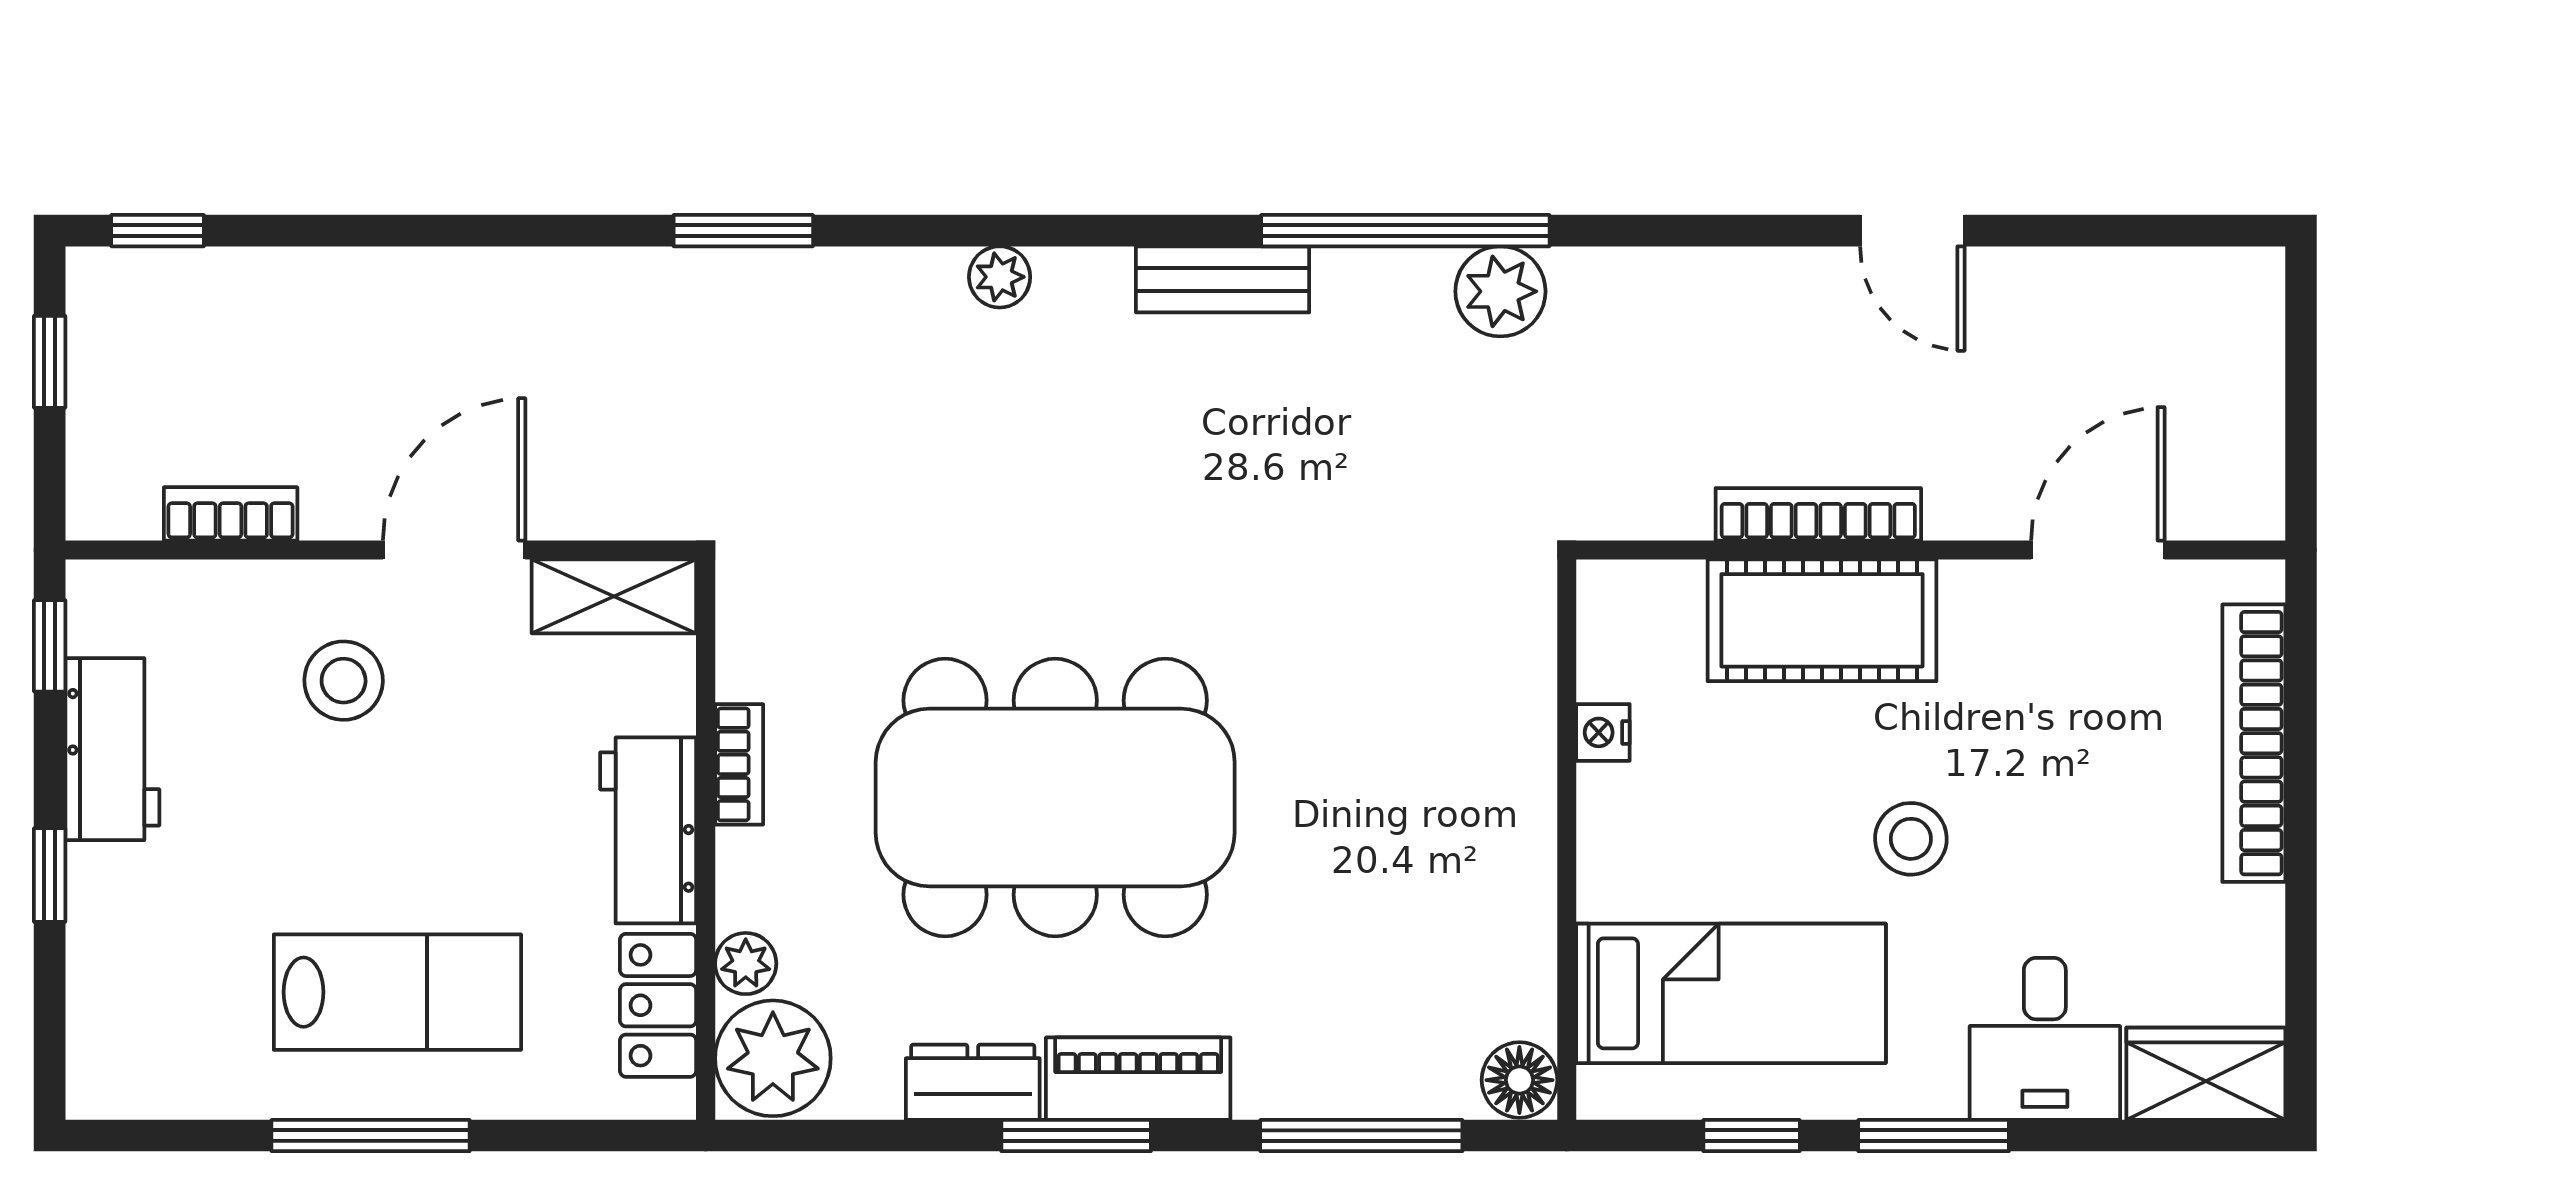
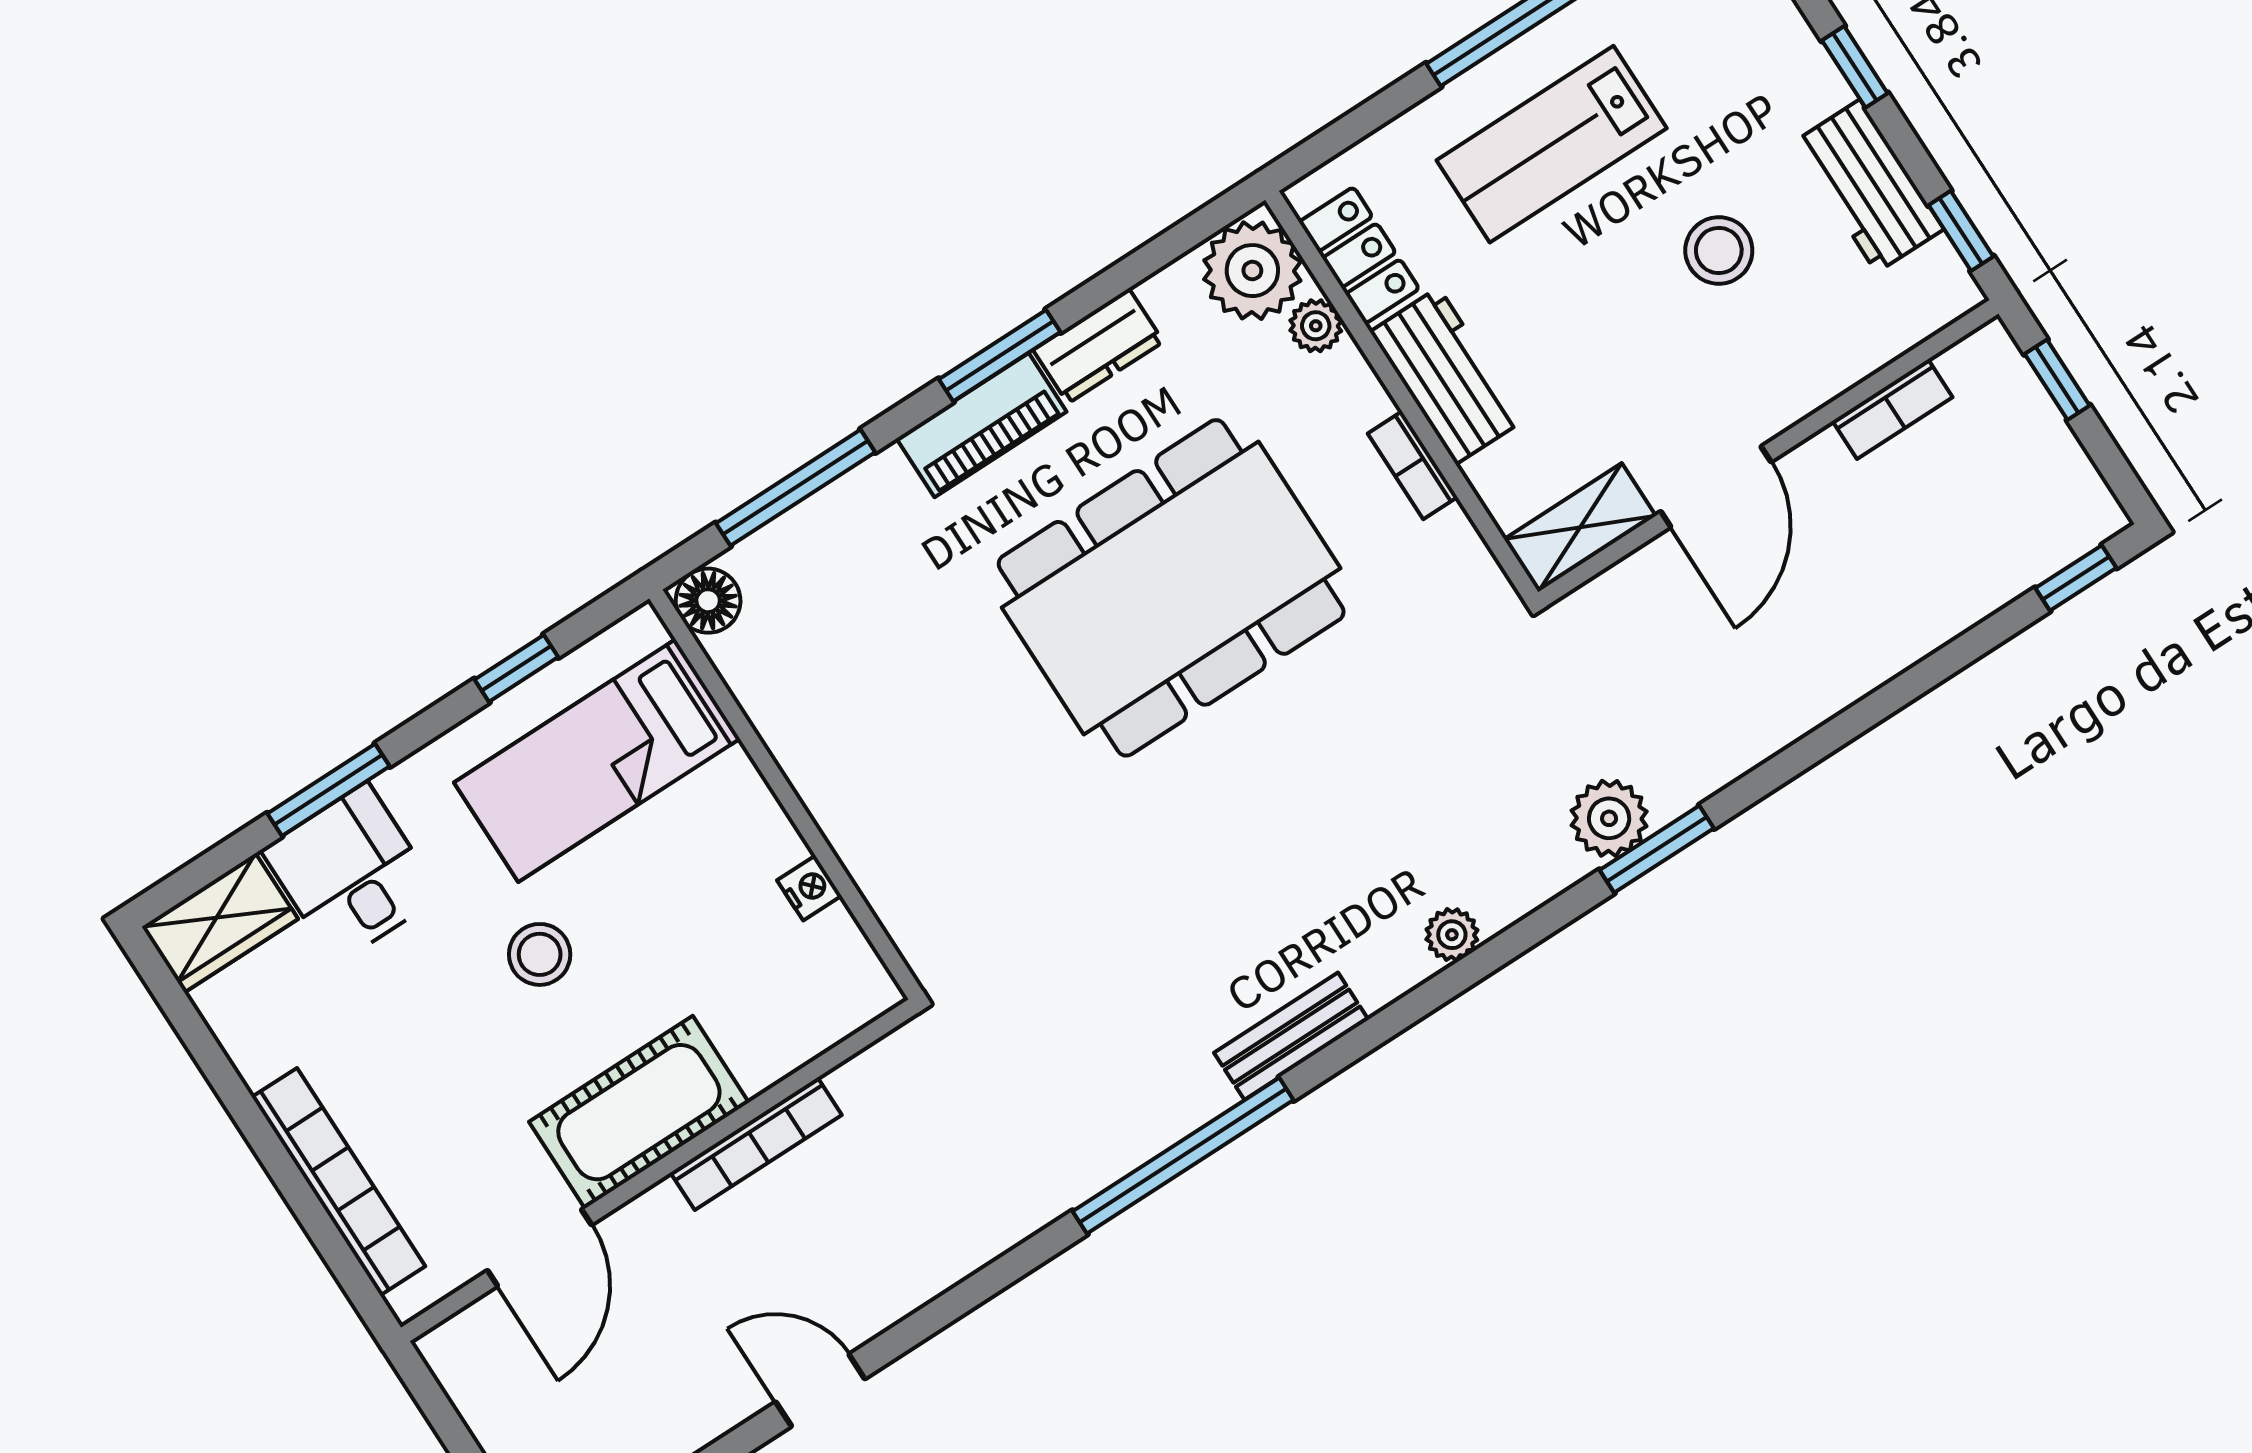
plant: (1500, 291) -> (1609, 818), moved
window: (50, 362) -> (2057, 380), moved
cot: (1822, 620) -> (639, 1112), moved
stool: (344, 681) -> (1719, 251), moved
window: (1934, 1136) -> (328, 790), moved

